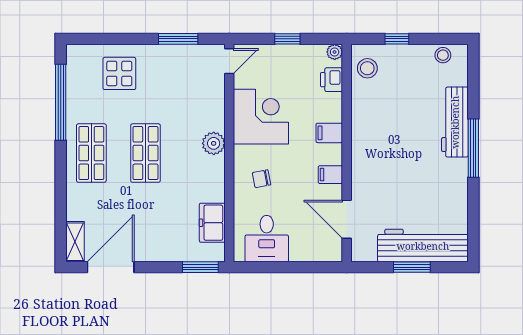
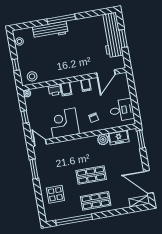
printer: (331, 80) -> (55, 90), moved
plant: (214, 143) -> (103, 139), moved

